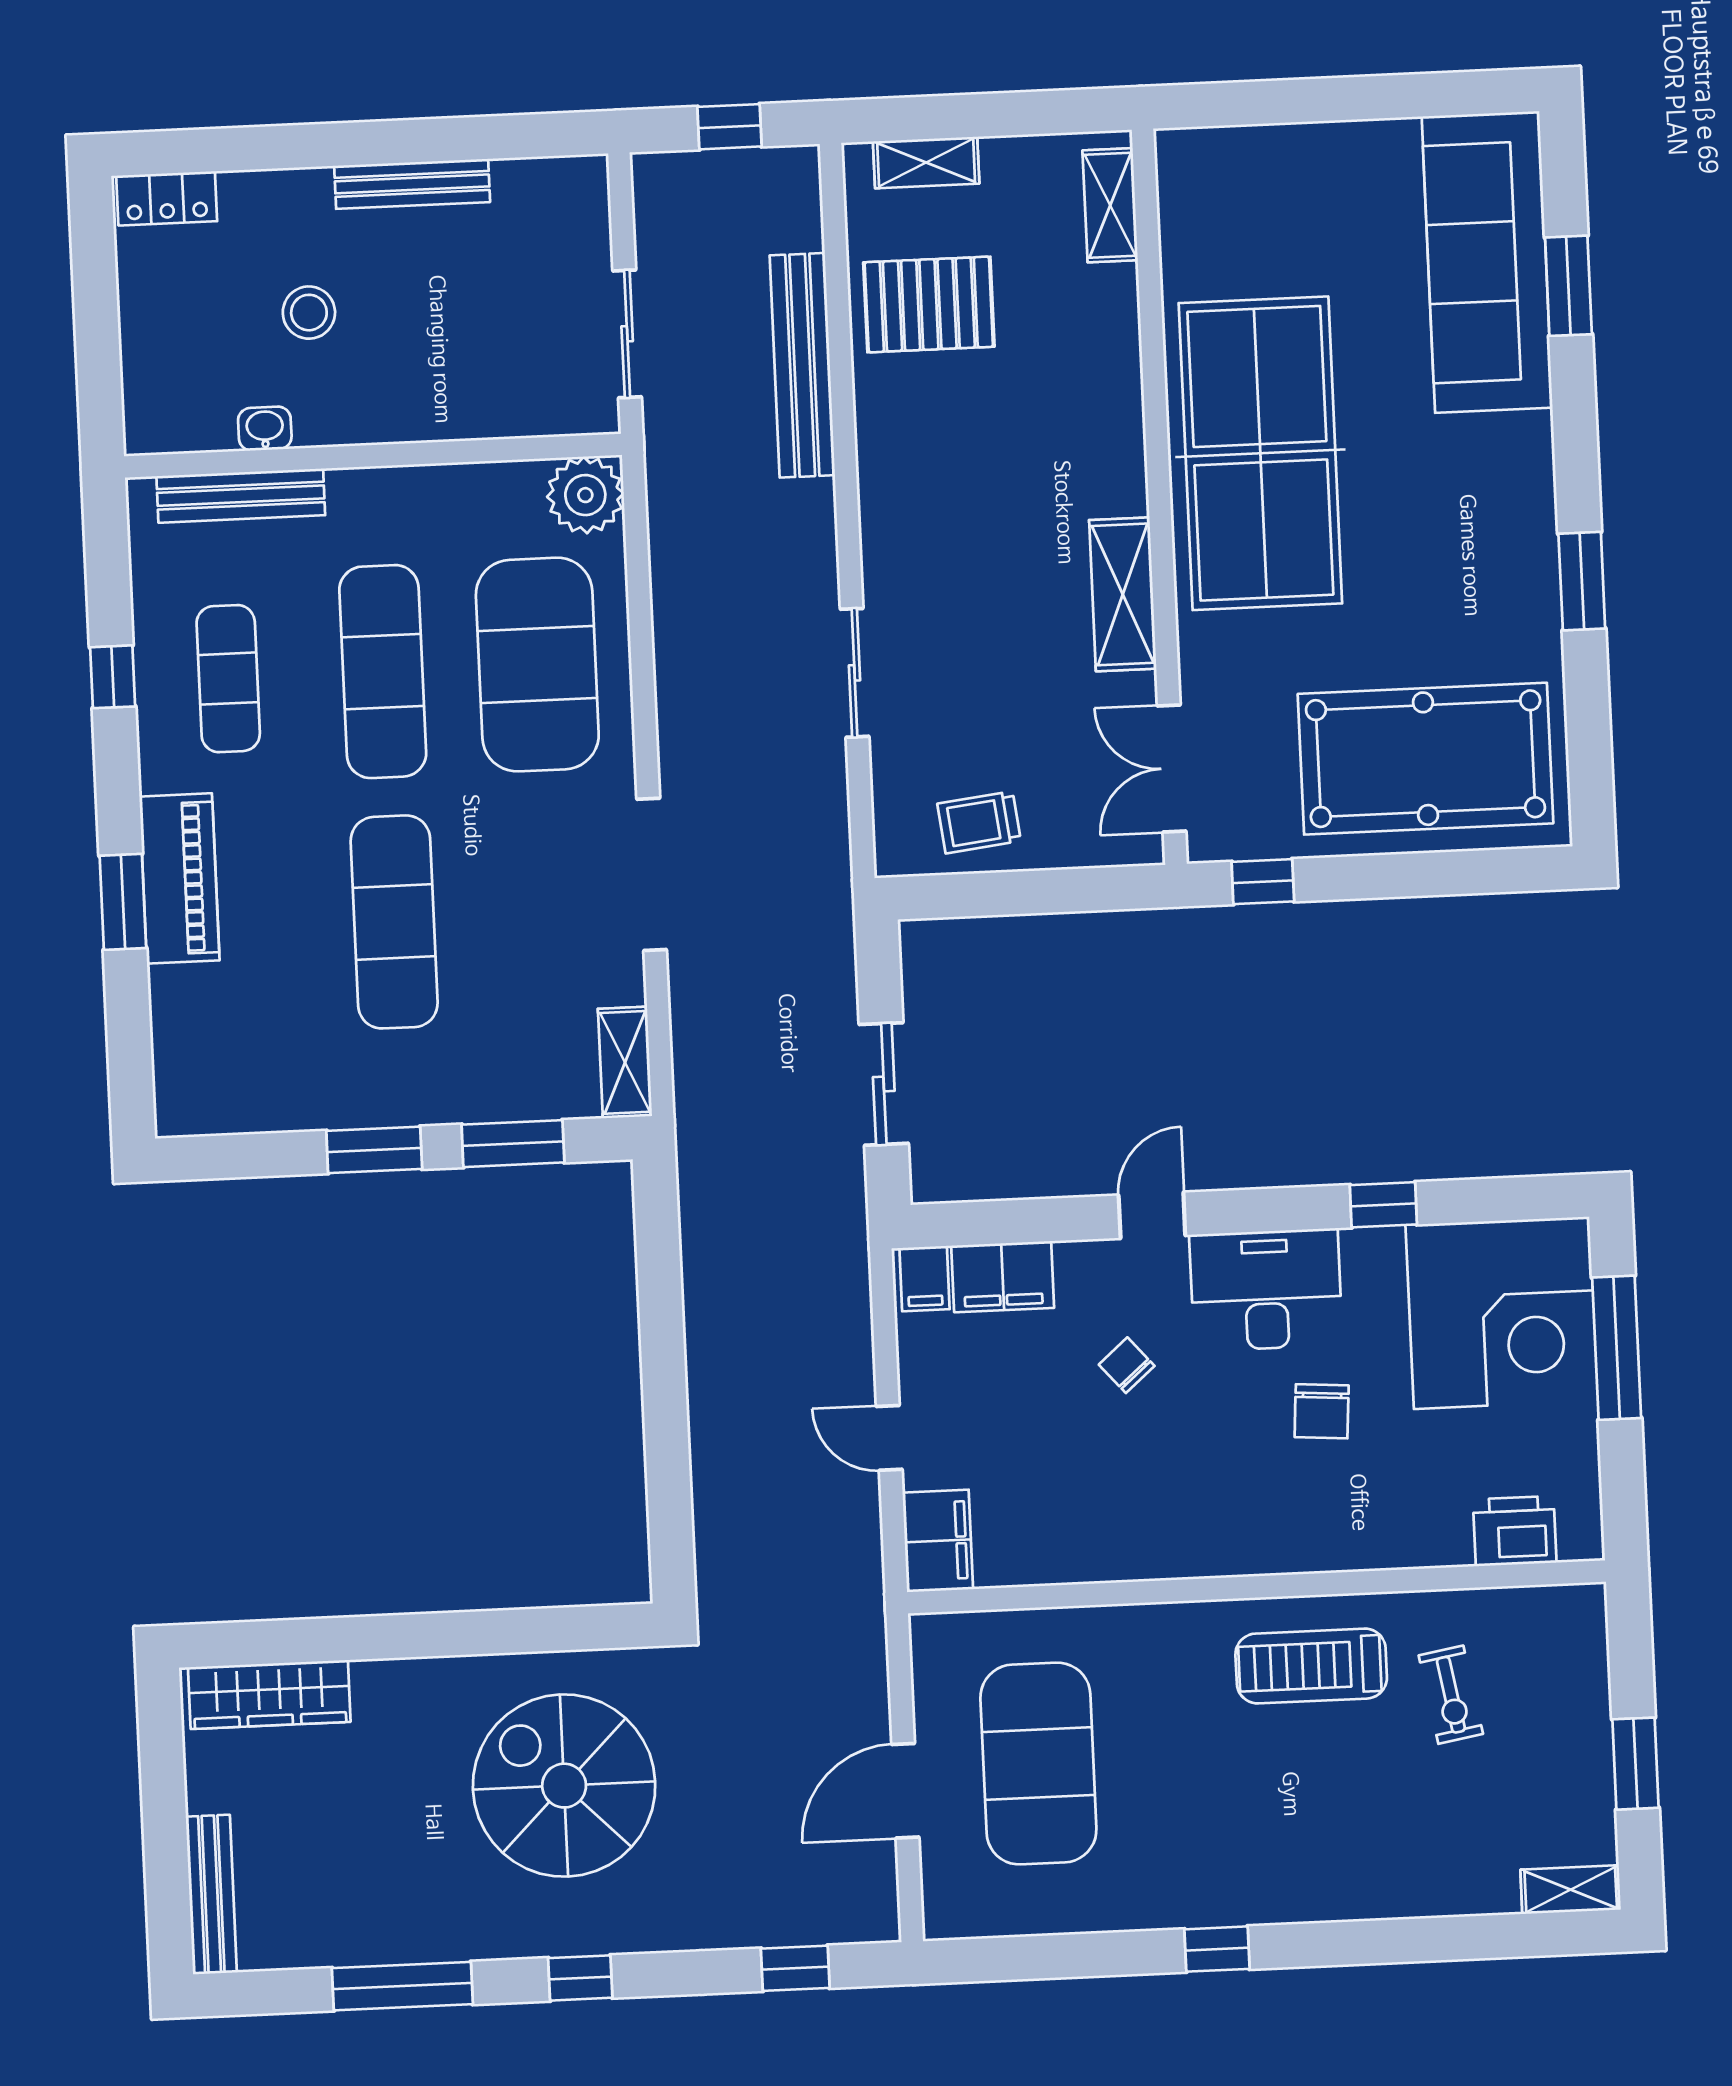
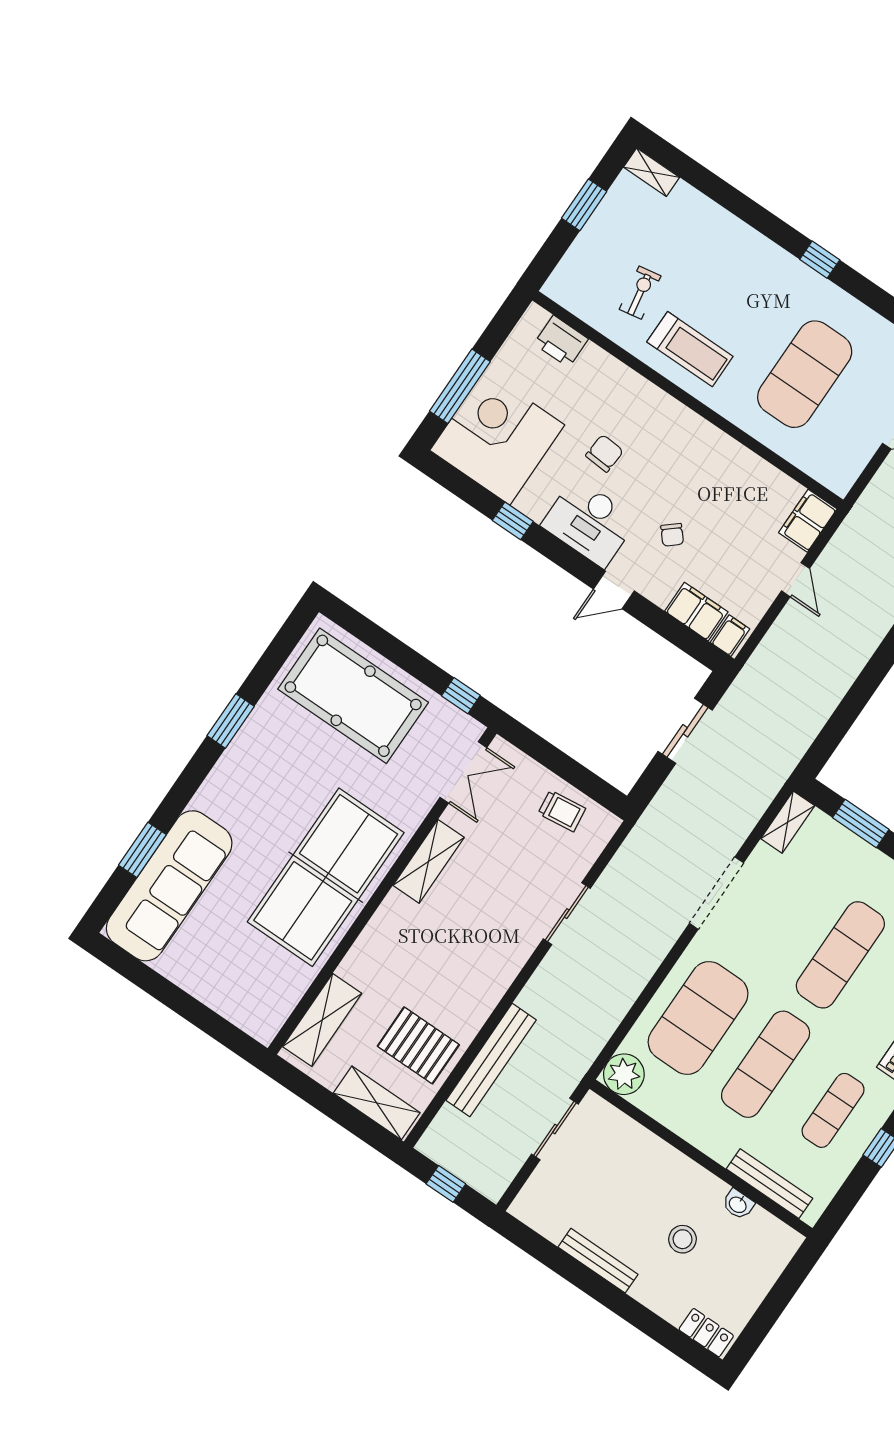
shelving: (926, 163) -> (377, 1103), width x1.50, depth x1.33
shelving: (1110, 205) -> (322, 1020), width x1.50, depth x1.33
exercise mat: (1038, 1764) -> (805, 374), moved

